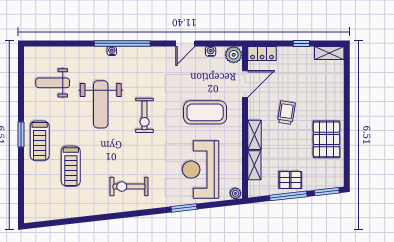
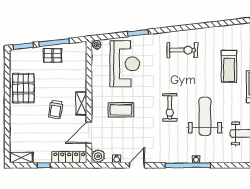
locker: (262, 54) -> (69, 157), width x1.53
coffee table: (205, 112) -> (121, 110), width x0.73, depth x0.76
exercise bike: (145, 115) -> (170, 107), turned 180
shelving: (255, 135) -> (81, 103), moved
shelving: (254, 165) -> (81, 67), removed
treadmill: (71, 166) -> (229, 66), turned 180

